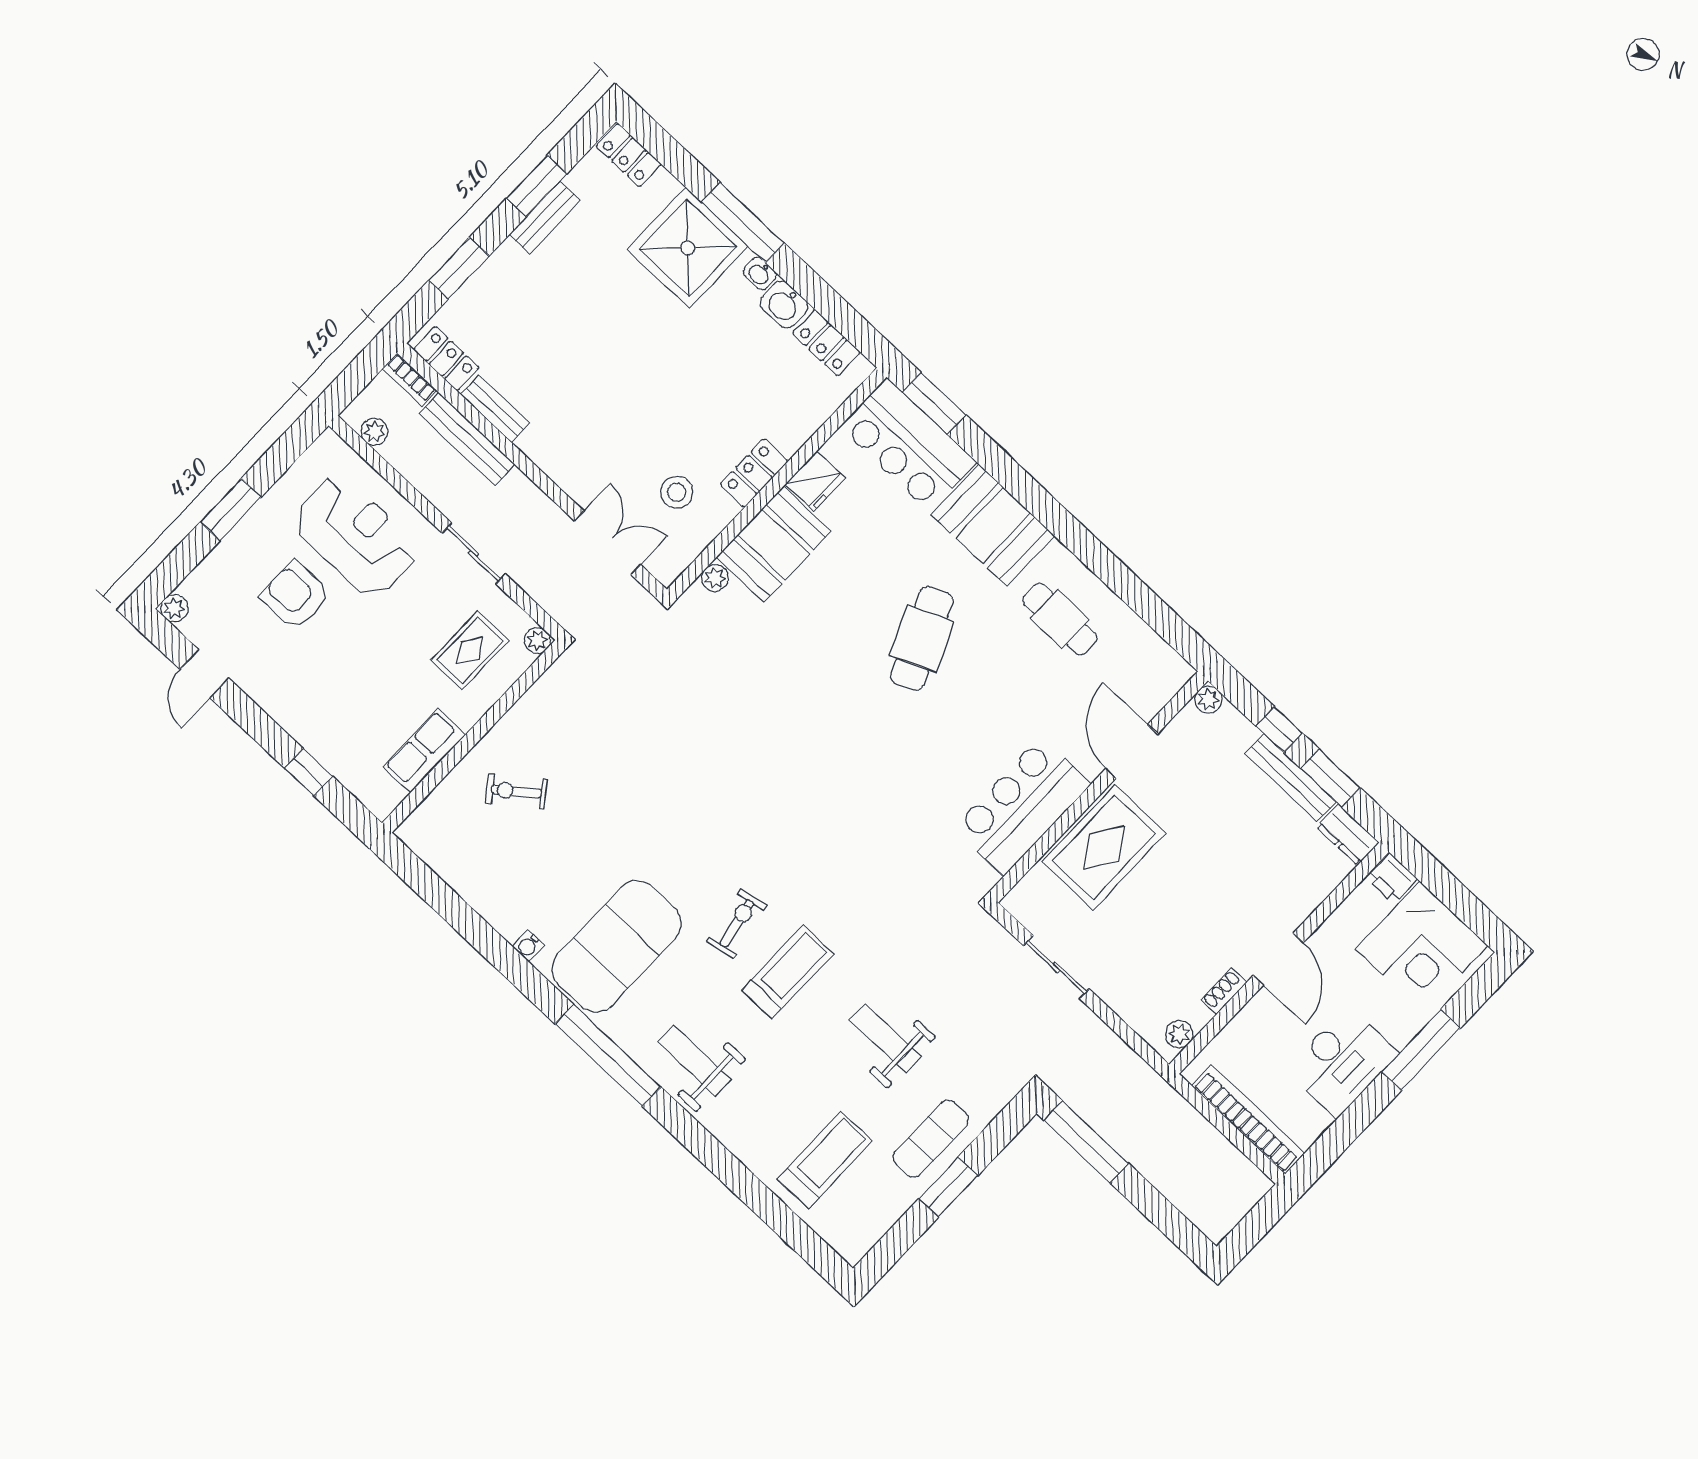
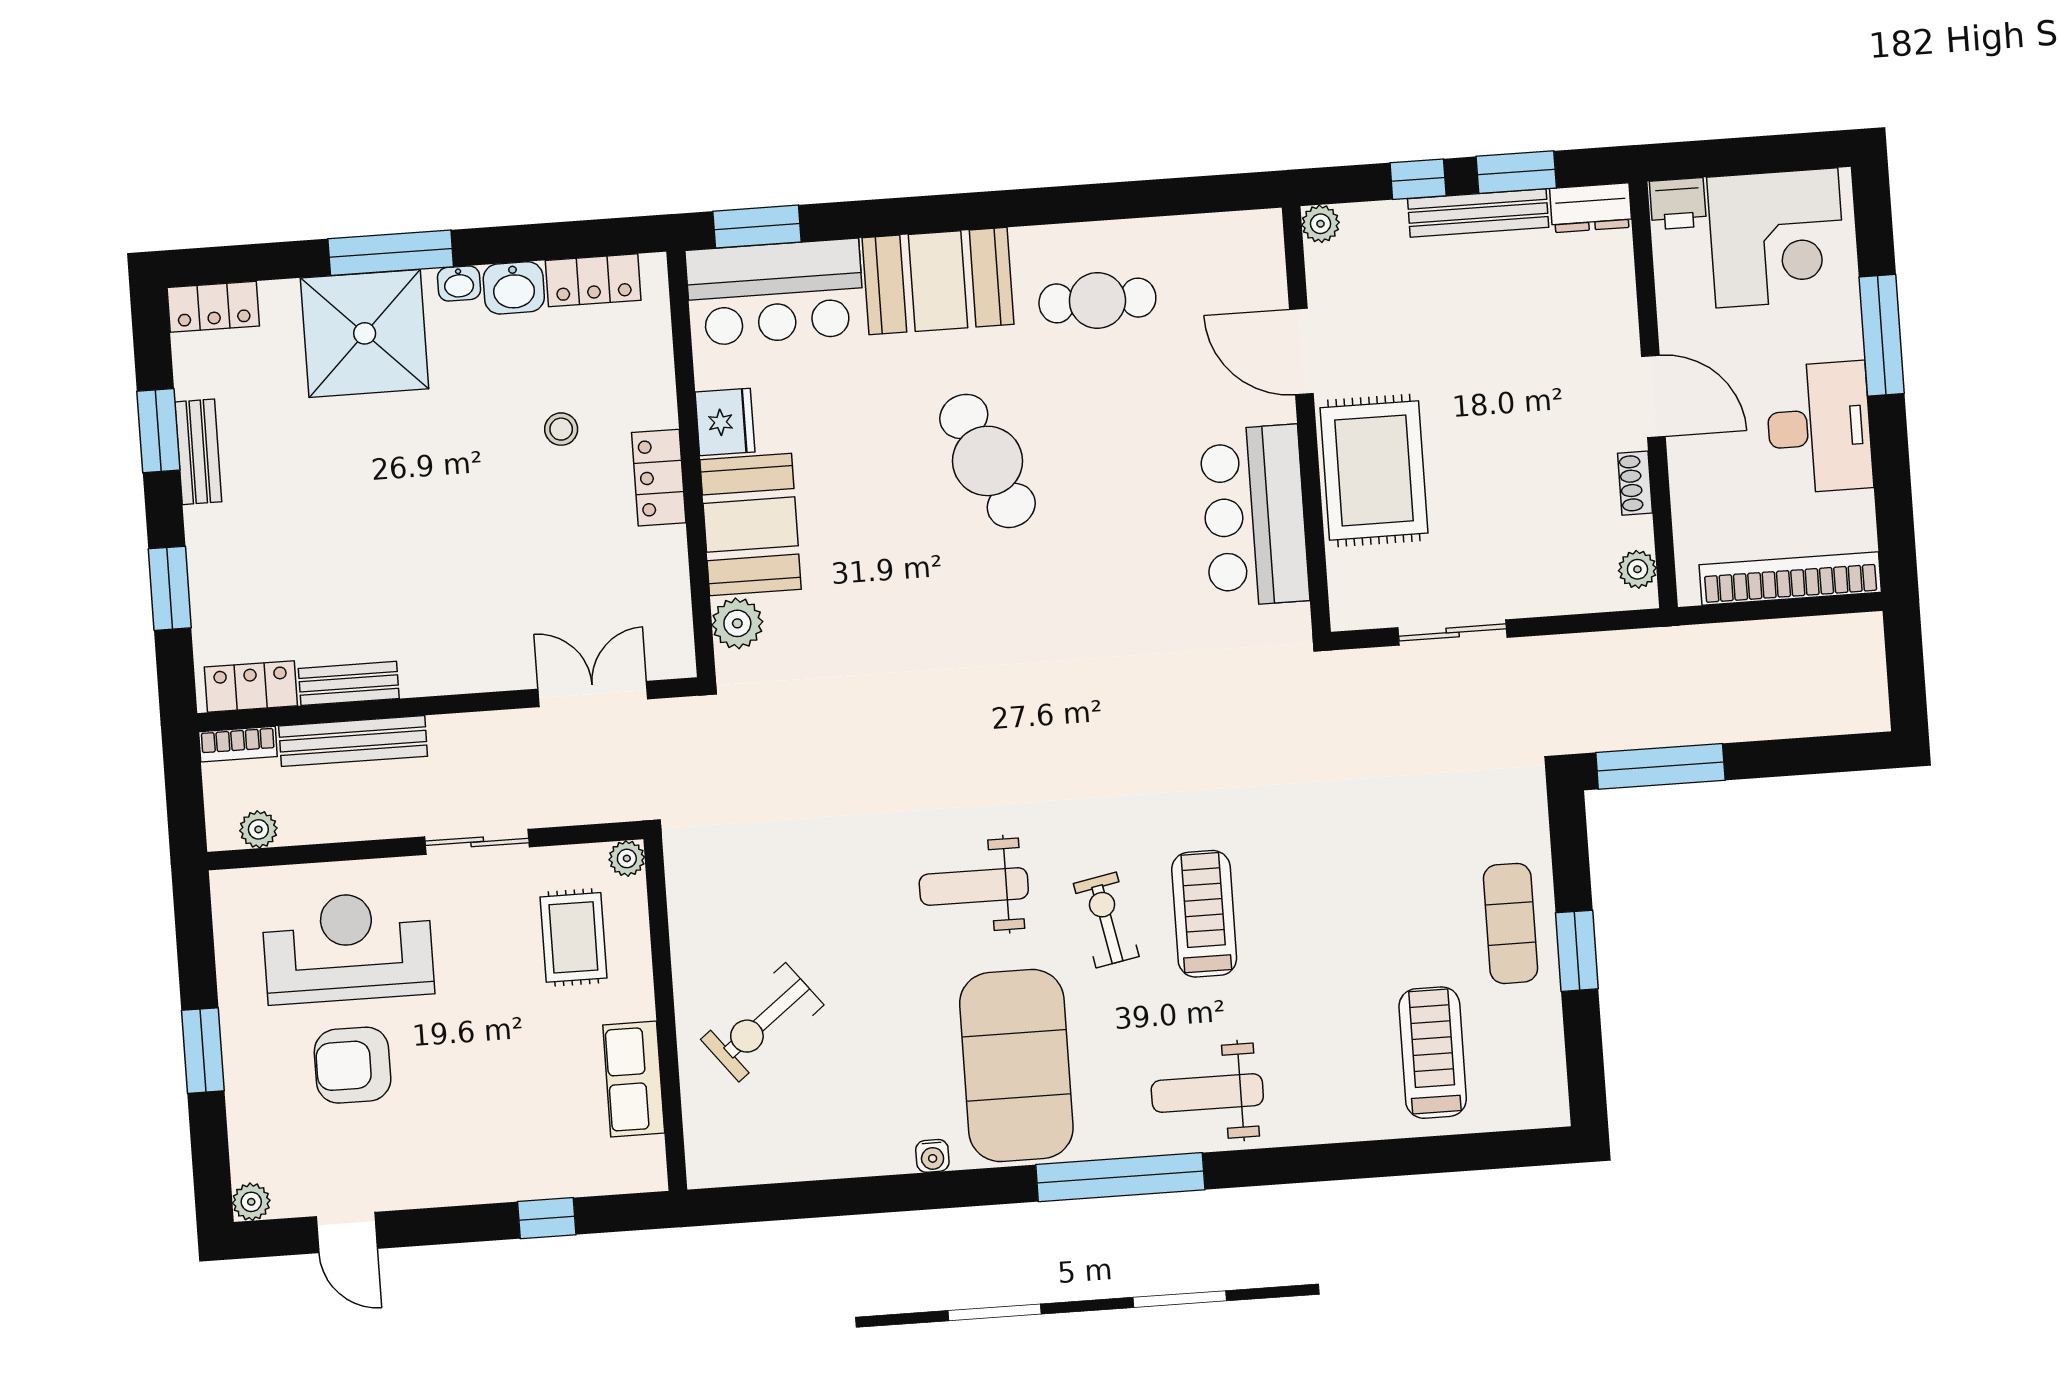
stool: (677, 492) -> (561, 429), moved, width x0.73, depth x0.73
plant: (715, 578) -> (737, 623), width x1.38, depth x1.38
exercise bike: (516, 791) -> (762, 1022), width x1.38, depth x1.39
weight bench: (886, 1038) -> (974, 886), moved

